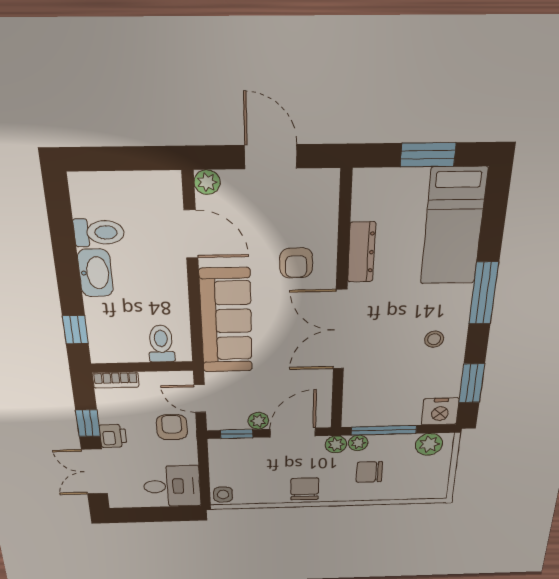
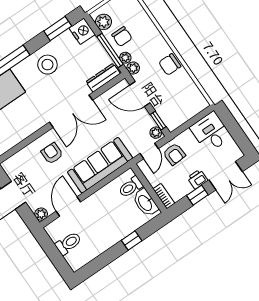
toilet: (99, 233) -> (68, 243), moved, turned 90
dresser: (361, 252) -> (103, 78), moved
armchair: (296, 263) -> (52, 153), turned -90
washbasin: (95, 273) -> (145, 203), moved, turned -90
window: (75, 330) -> (132, 240), moved
stool: (434, 339) -> (47, 65), width x1.89, depth x1.89
plant: (258, 421) -> (156, 133), moved
armchair: (172, 427) -> (174, 154), turned -93
chair: (369, 472) -> (122, 37), moved
side table: (223, 495) -> (200, 103), removed

